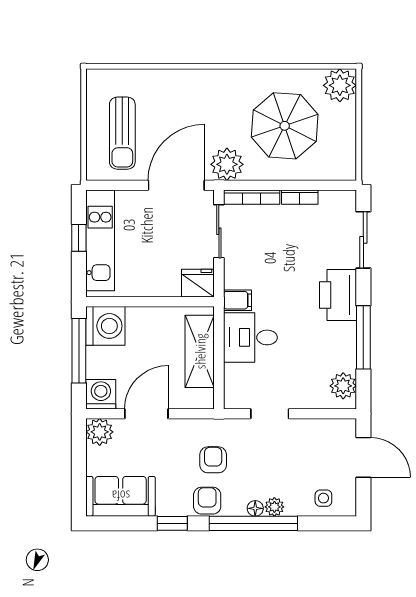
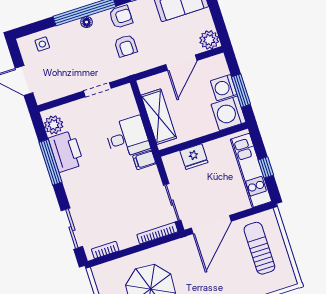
plant: (227, 164) -> (181, 250), removed
bookcase: (300, 197) -> (105, 250), moved
fridge: (198, 283) -> (194, 157), moved
printer: (338, 295) -> (66, 151), moved
window: (79, 351) -> (241, 91), width x0.69
washing machine: (101, 394) -> (224, 88), moved, turned 90
armchair: (207, 501) -> (121, 17), turned -90
plant: (274, 507) -> (74, 27), removed

